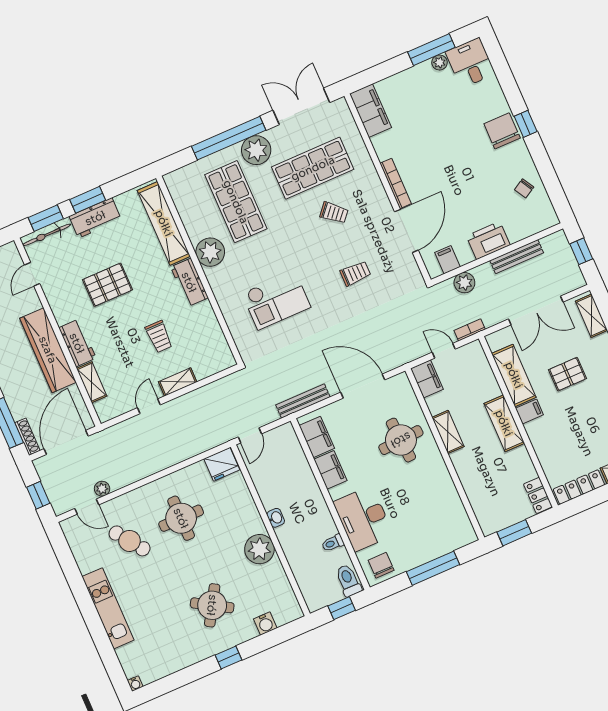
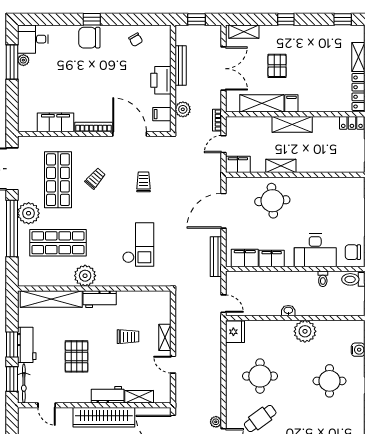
filing cabinet: (371, 111) -> (56, 122), moved
round table: (212, 605) -> (329, 381), turned -31

